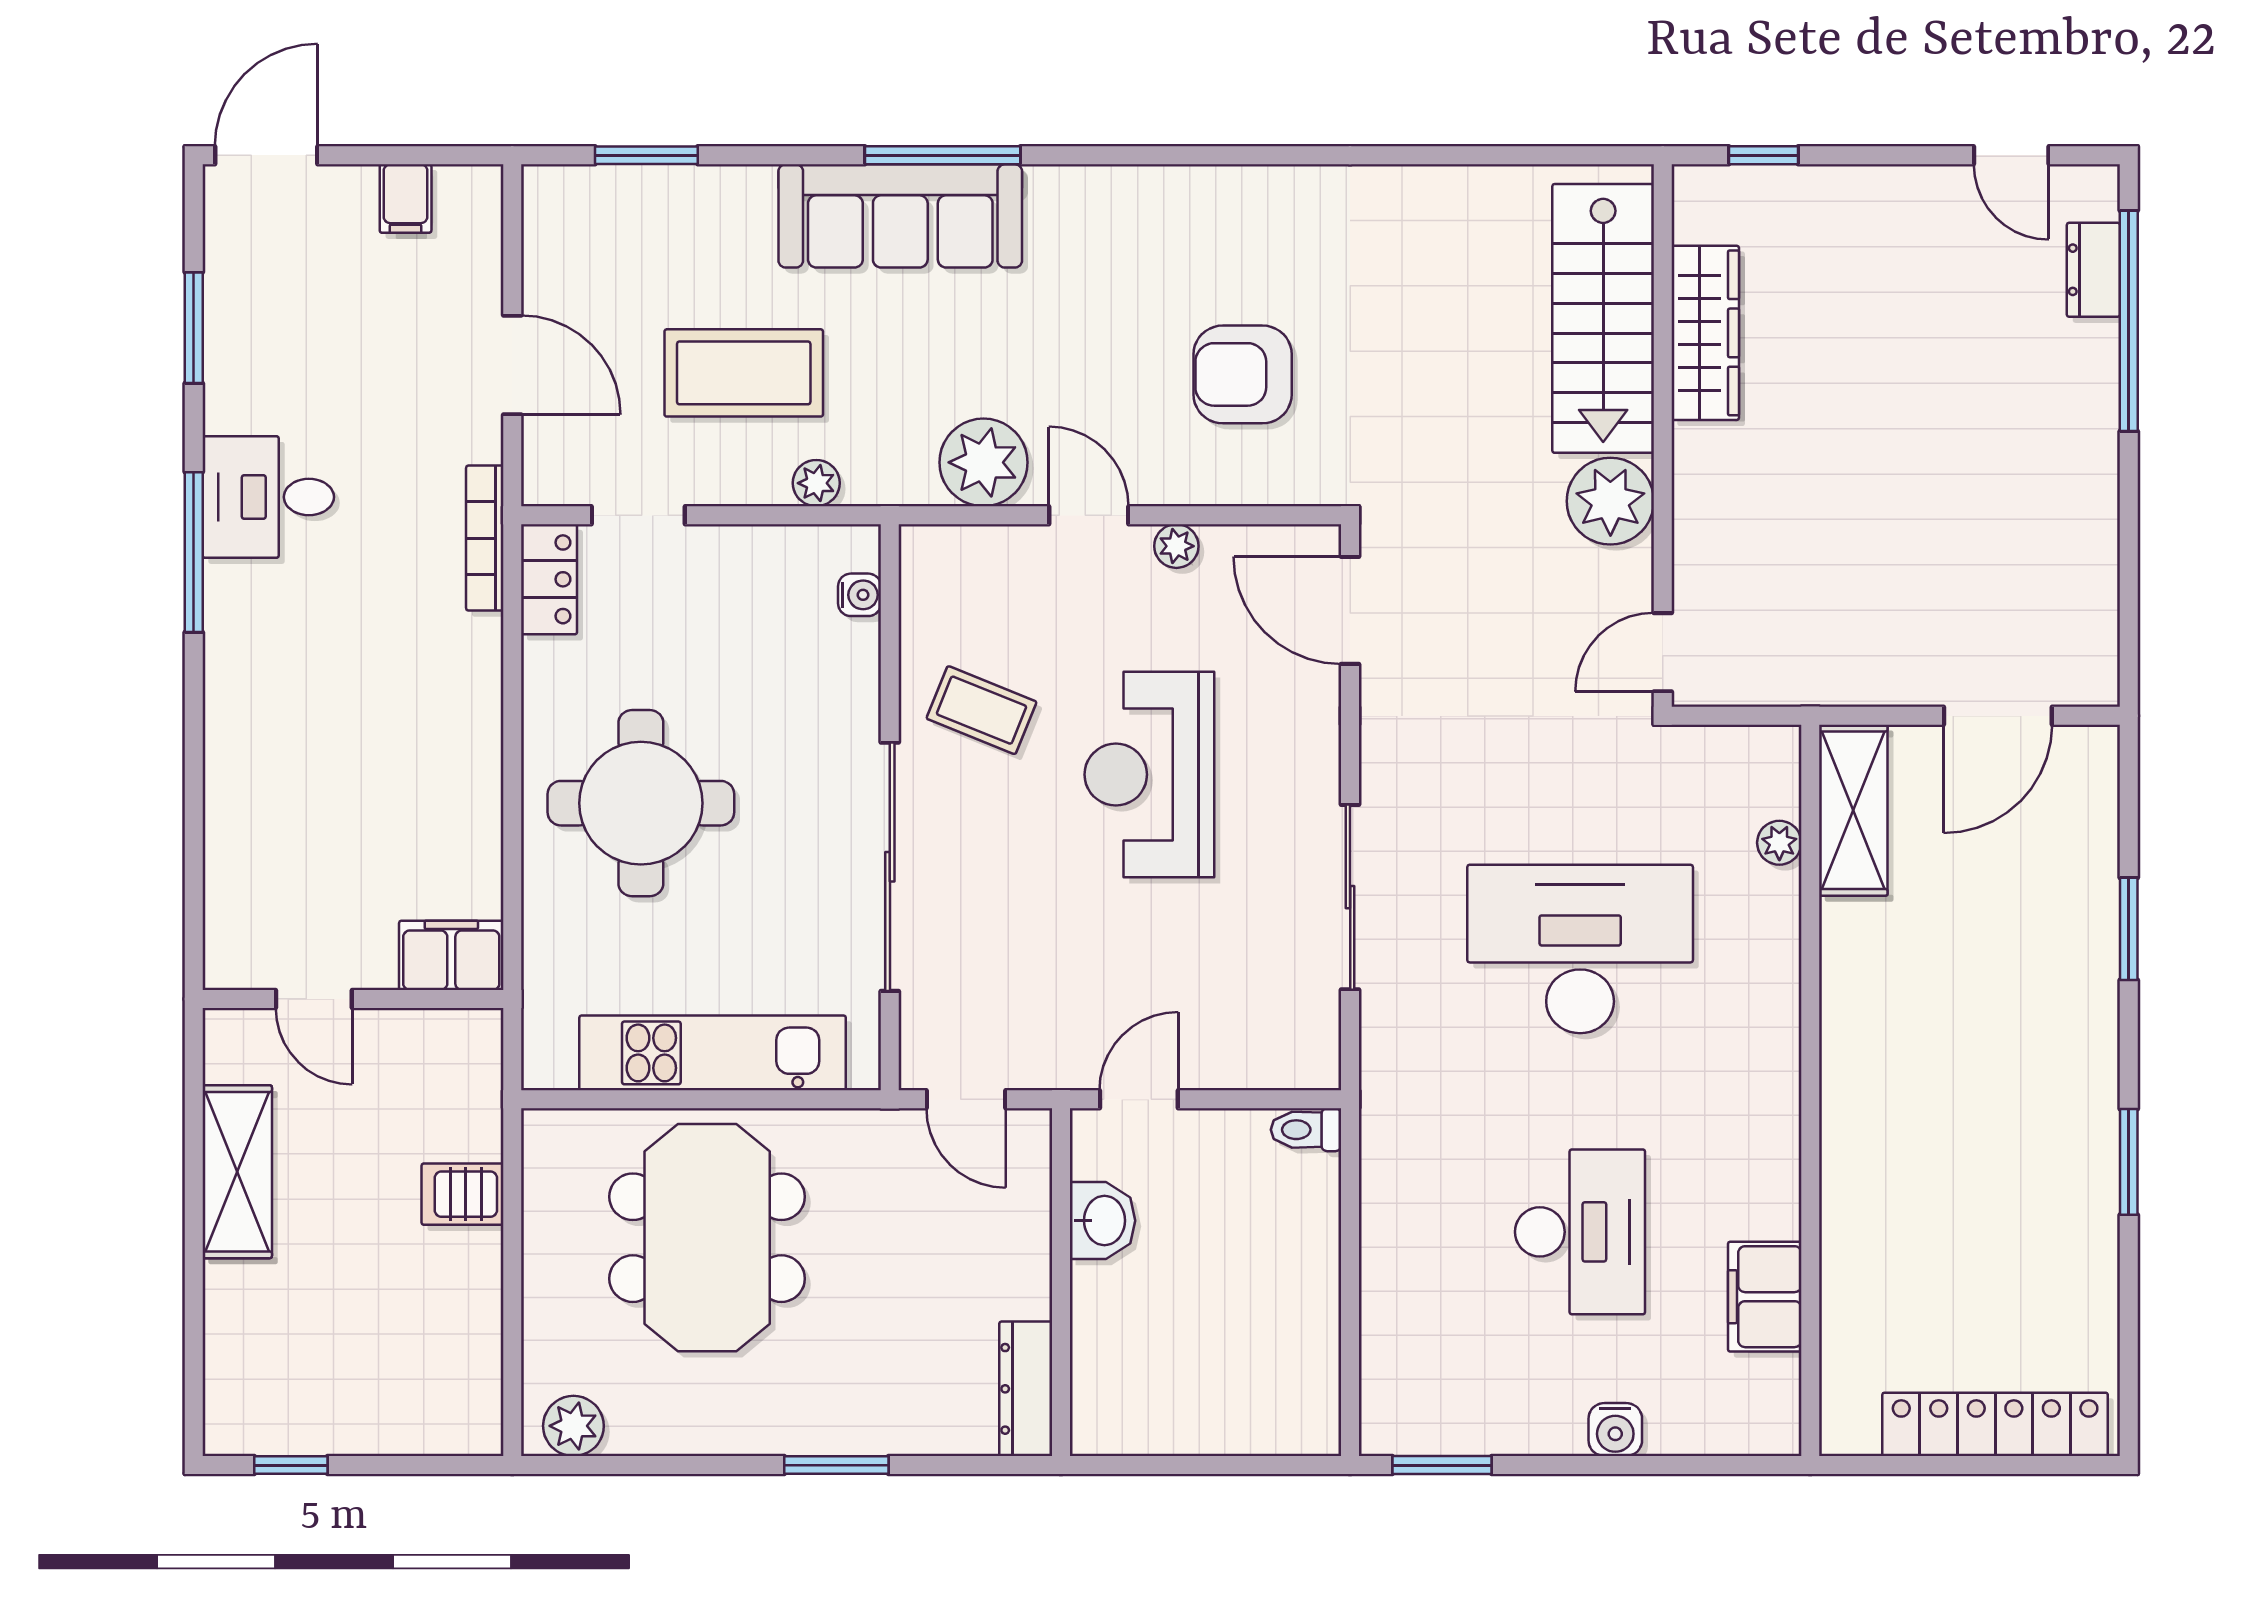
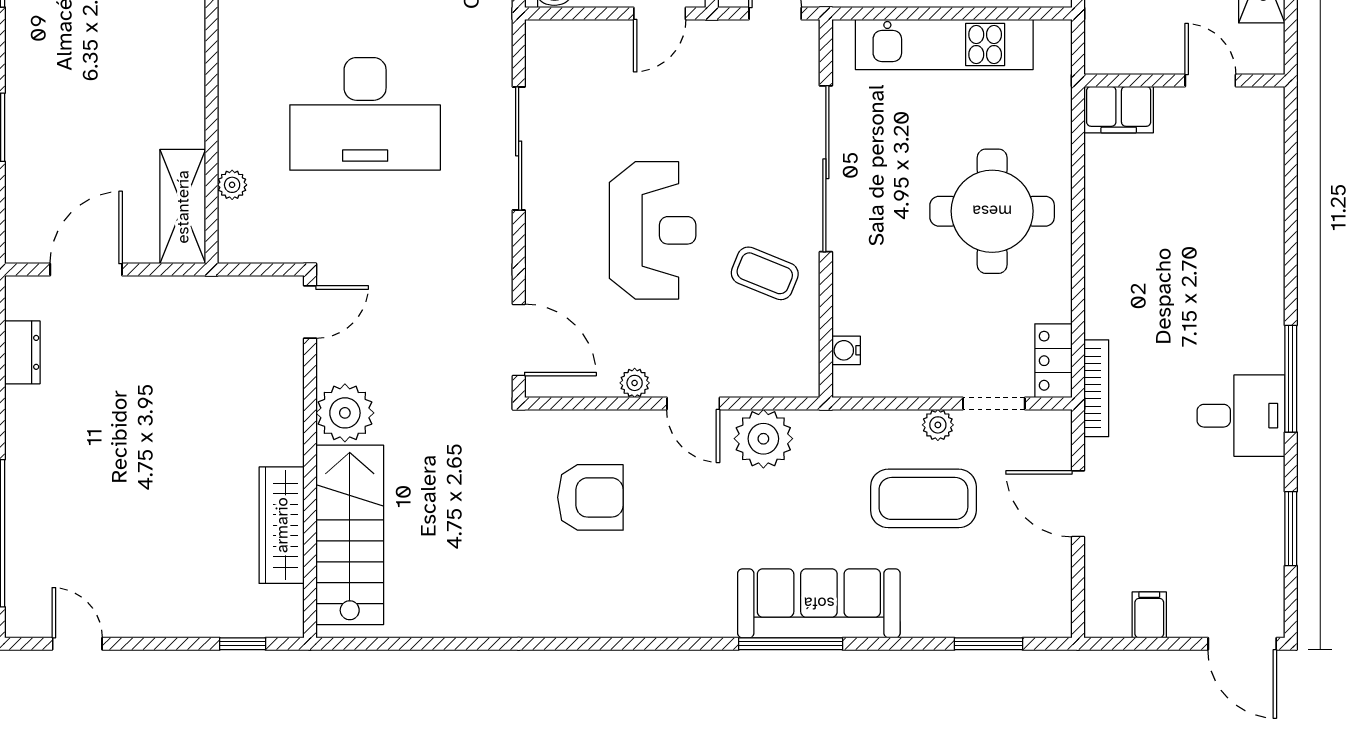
door: (266, 155) -> (1242, 644), hinge flipped
dresser: (2093, 270) -> (22, 352), moved
plant: (816, 483) -> (938, 425), moved

